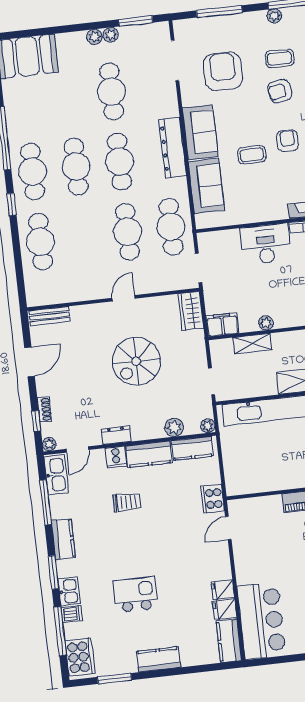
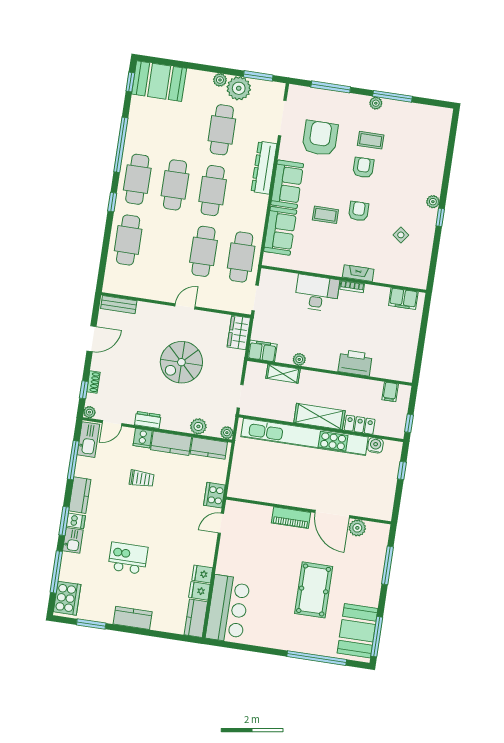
plant: (111, 35) -> (239, 88), width x1.87, depth x1.87
armchair: (280, 91) -> (363, 168), turned 101
dresser: (173, 148) -> (264, 168), moved
dishwasher: (72, 614) -> (76, 521), moved

